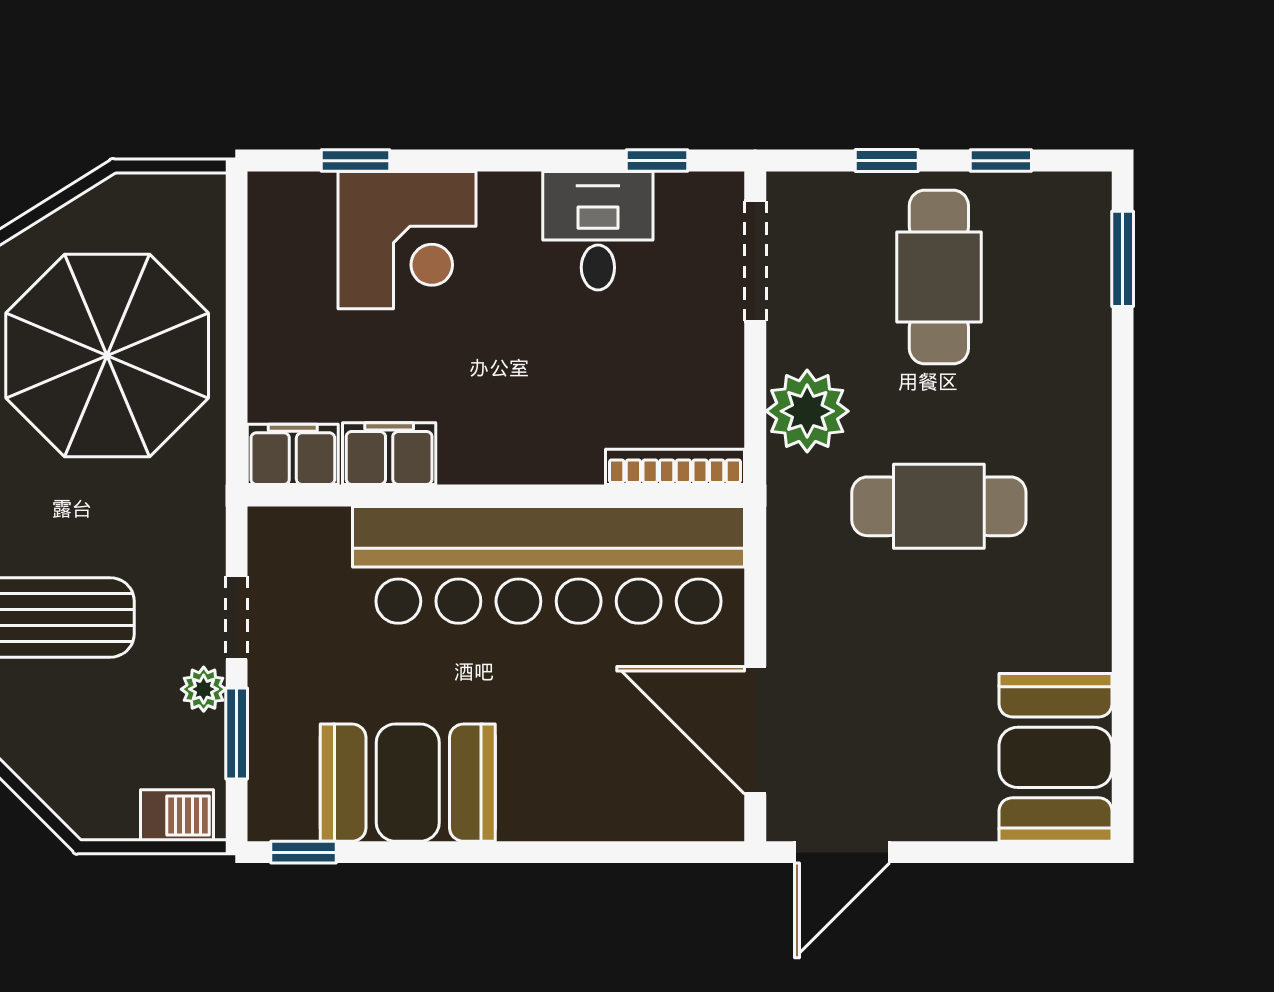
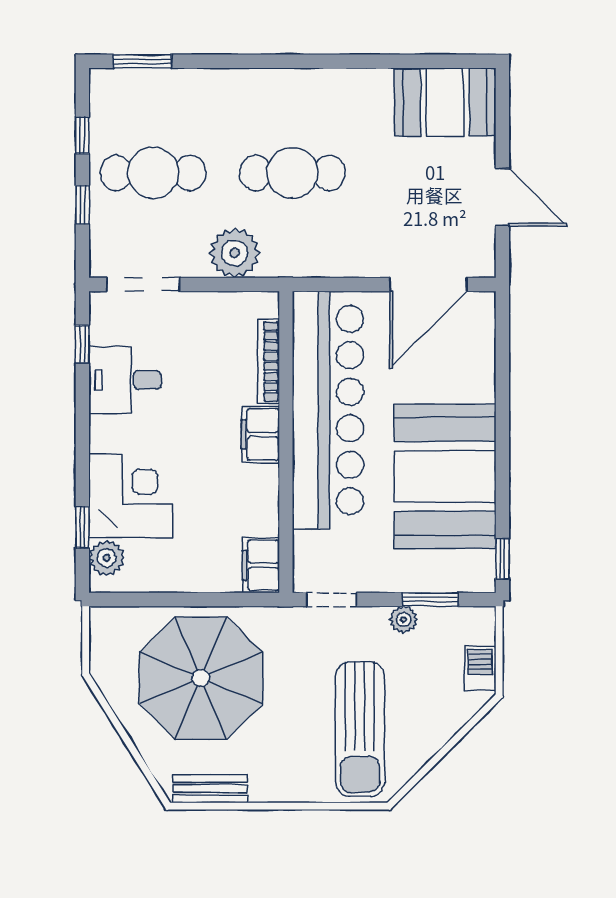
plant: (305, 200) -> (107, 558), added
filing cabinet: (389, 454) -> (260, 434), moved
bookcase: (675, 467) -> (268, 361), moved
cafe table: (939, 506) -> (292, 173), turned 90
doorway: (237, 618) -> (332, 599), moved
booth: (408, 783) -> (445, 476), width x1.36, depth x1.42
barbecue: (177, 815) -> (480, 668), moved
door: (842, 852) -> (502, 197), moved

